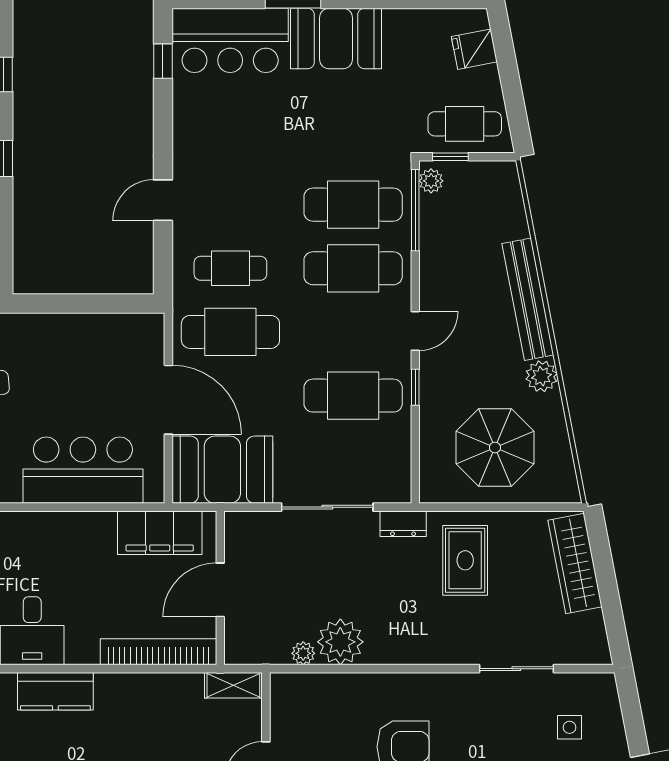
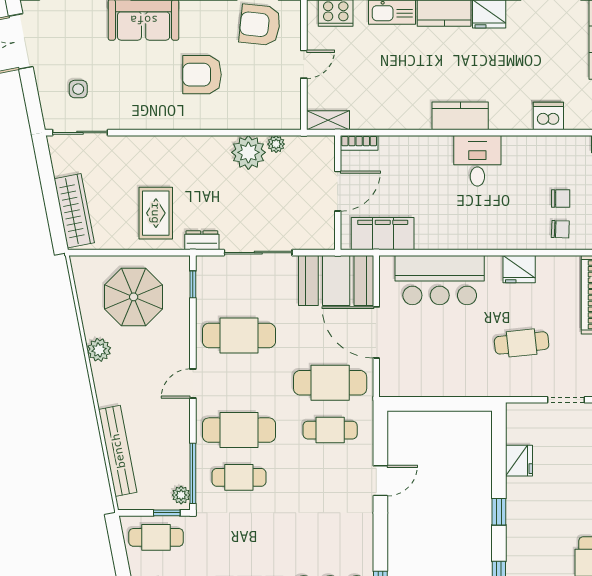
cafe table: (353, 205) -> (239, 477), width x0.73, depth x0.74
bench: (528, 299) -> (118, 451), moved
window: (415, 387) -> (193, 284), moved
bookcase: (158, 652) -> (359, 143), width x0.43, depth x0.76
sliding door: (516, 669) -> (80, 133), moved

